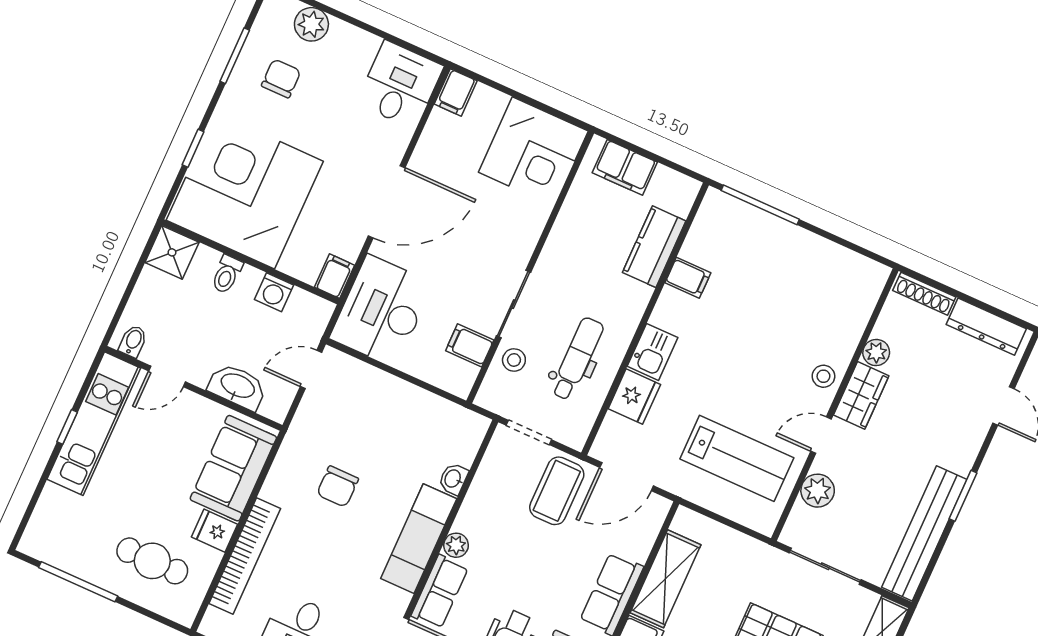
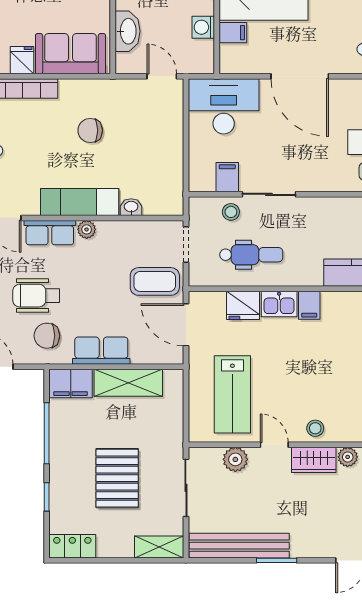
filing cabinet: (335, 276) -> (233, 33), moved
filing cabinet: (688, 278) -> (309, 305), moved

